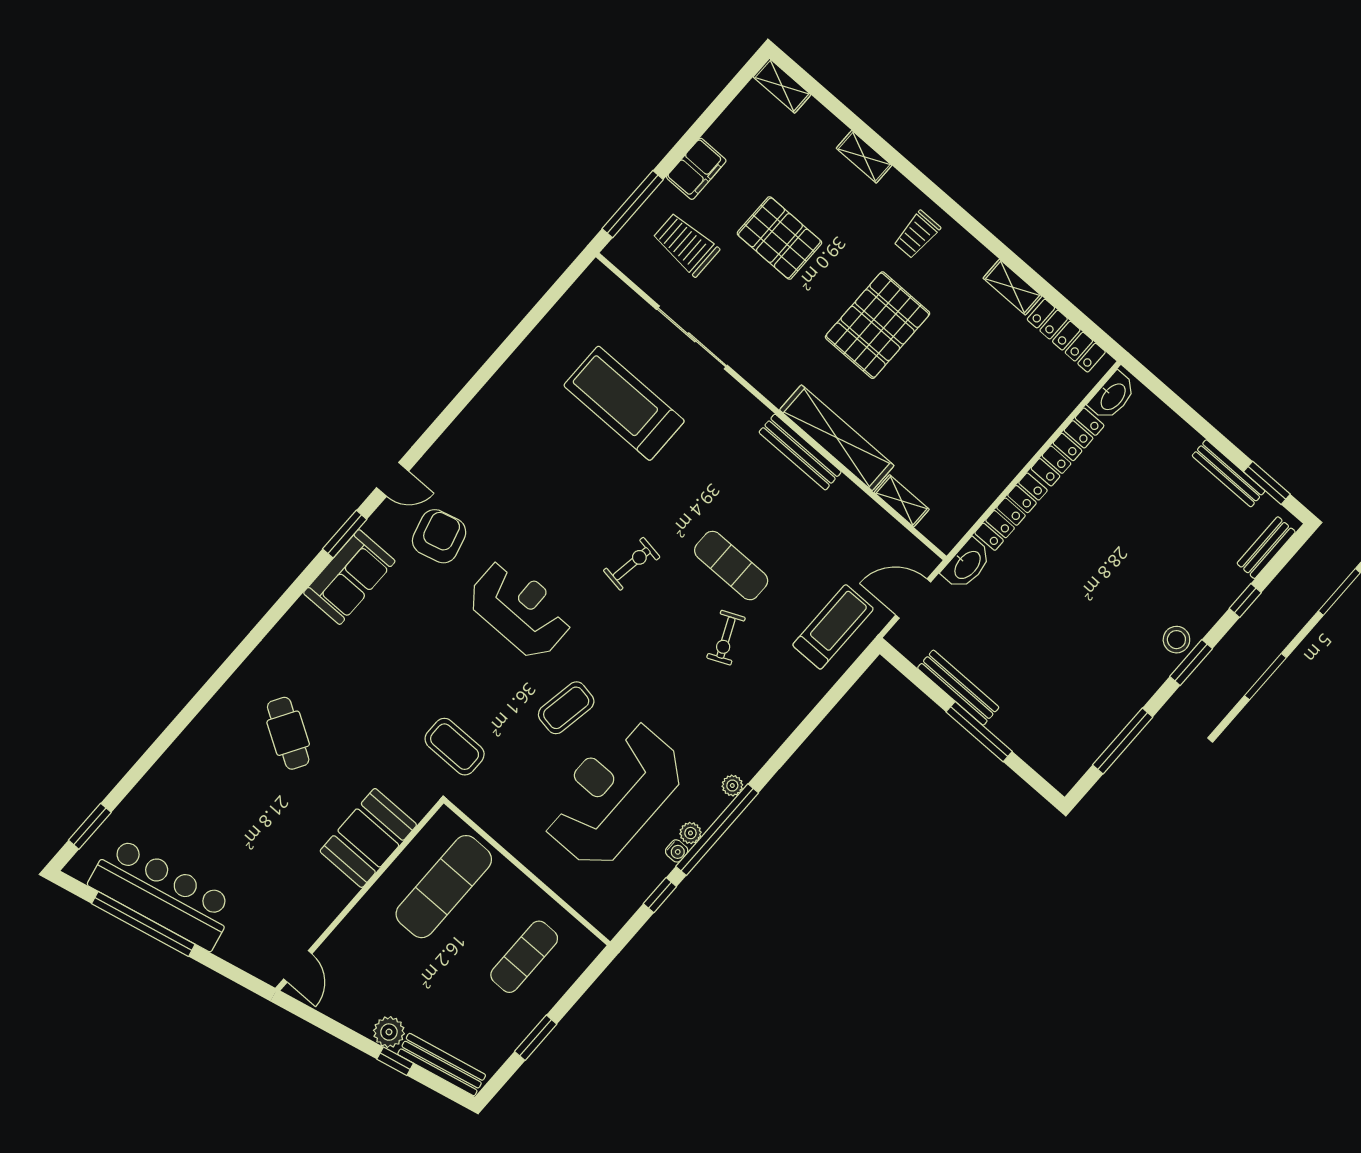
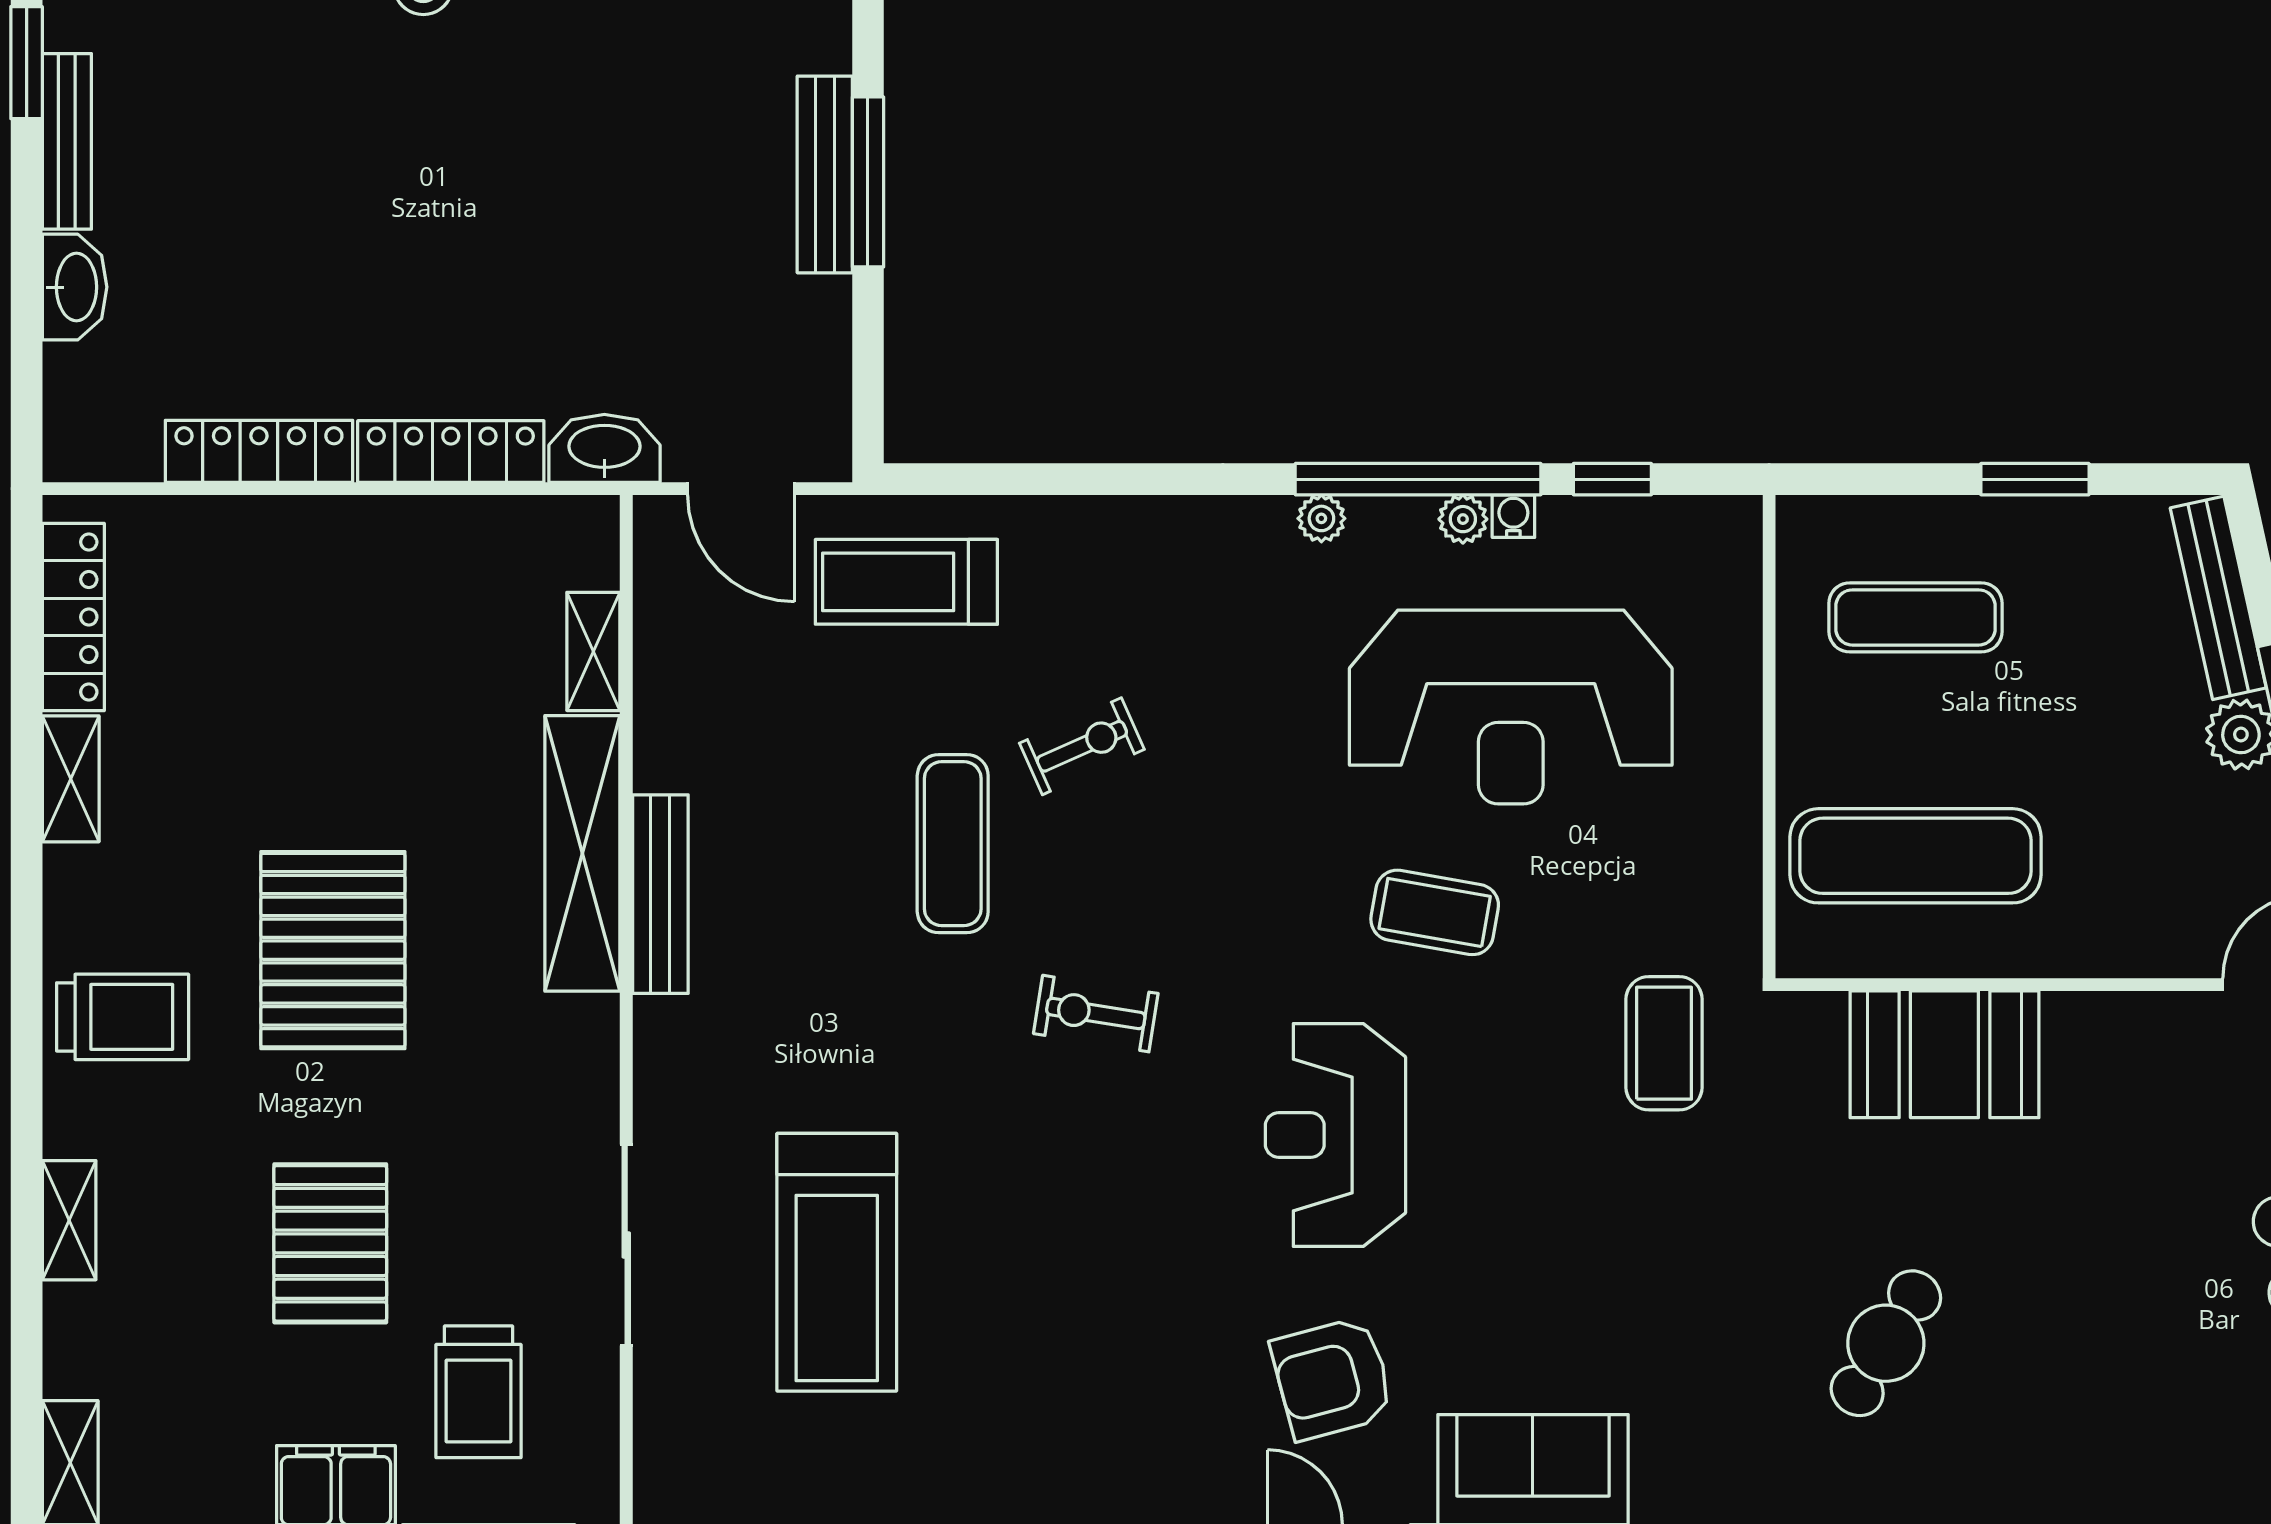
trolley: (917, 235) -> (123, 1017), width x1.36, depth x1.39
pallet: (878, 325) -> (333, 950), turned 90
washbasin: (1113, 396) -> (75, 287), moved, turned 90
bench: (958, 688) -> (825, 174), moved

